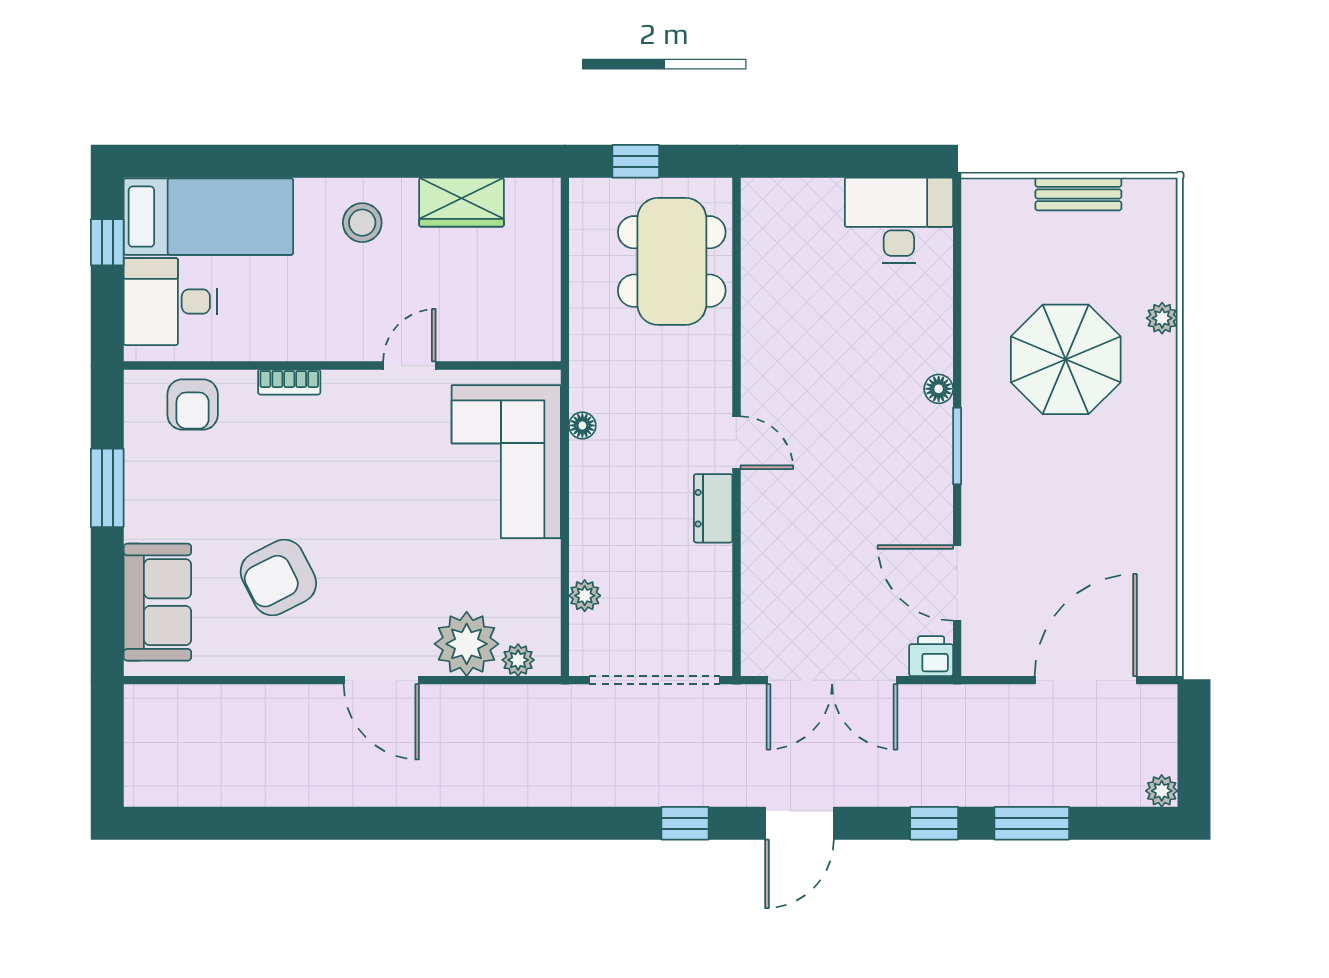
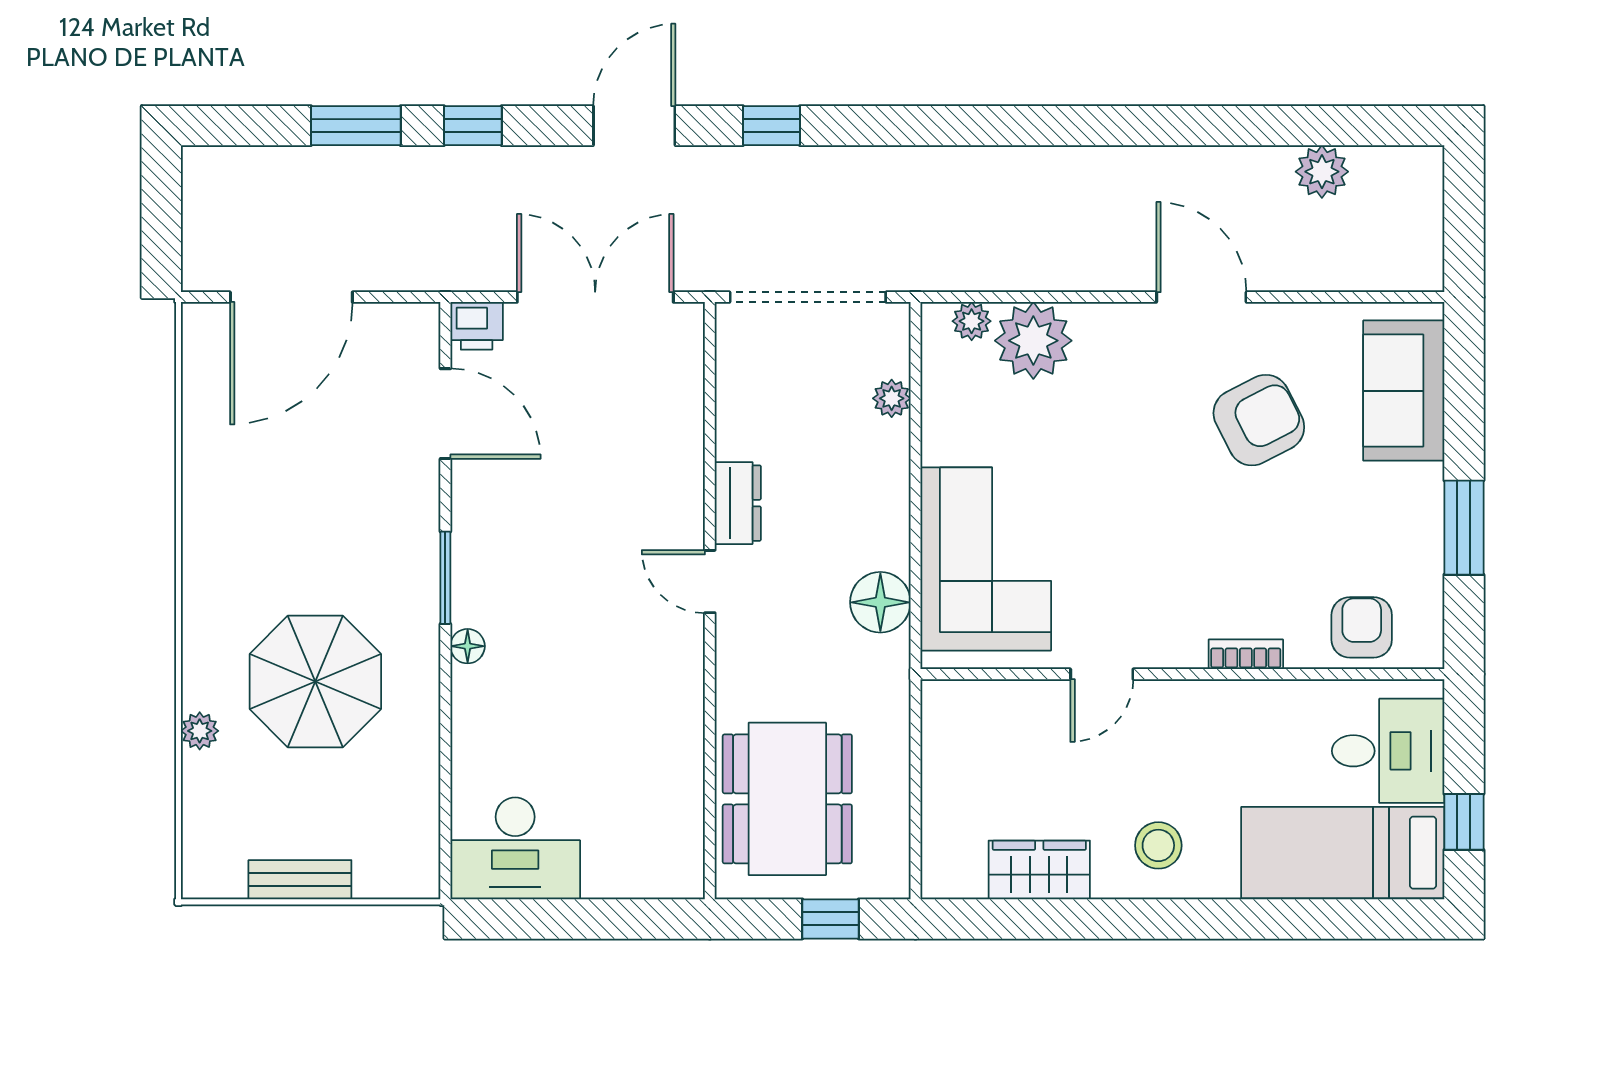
floor lamp: (582, 425) -> (880, 602), width x1.89, depth x1.89
door: (381, 680) -> (1201, 297), moved
plant: (1162, 791) -> (1322, 172), moved, width x1.38, depth x1.38

